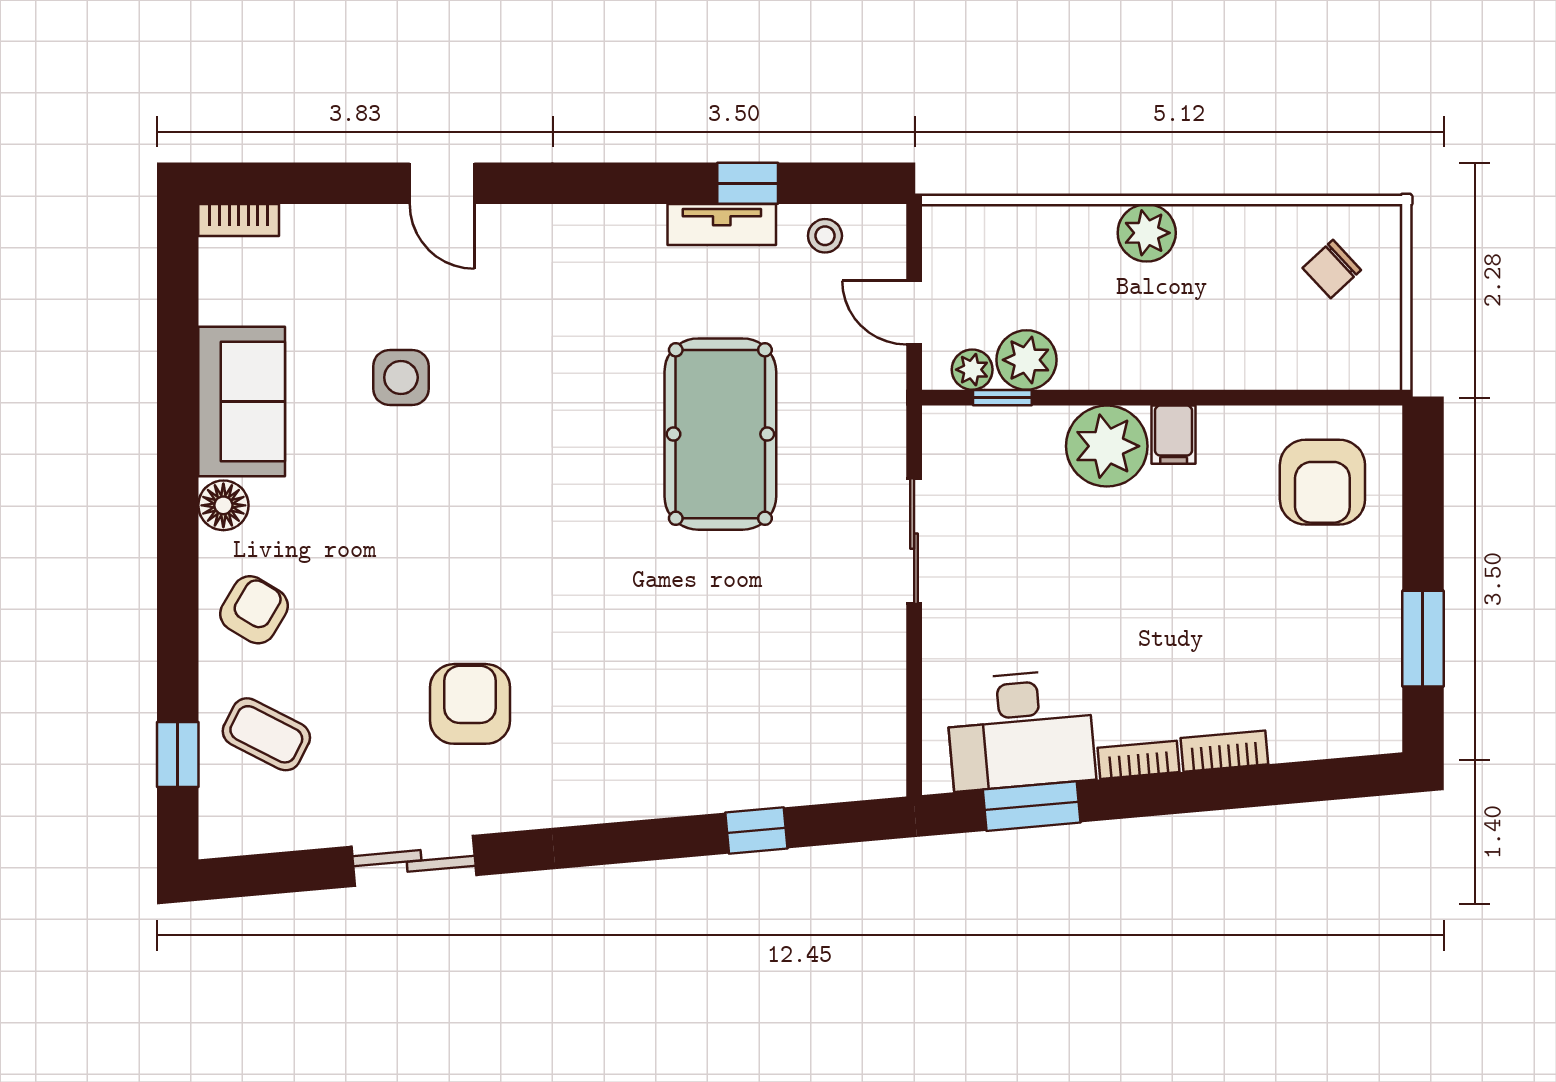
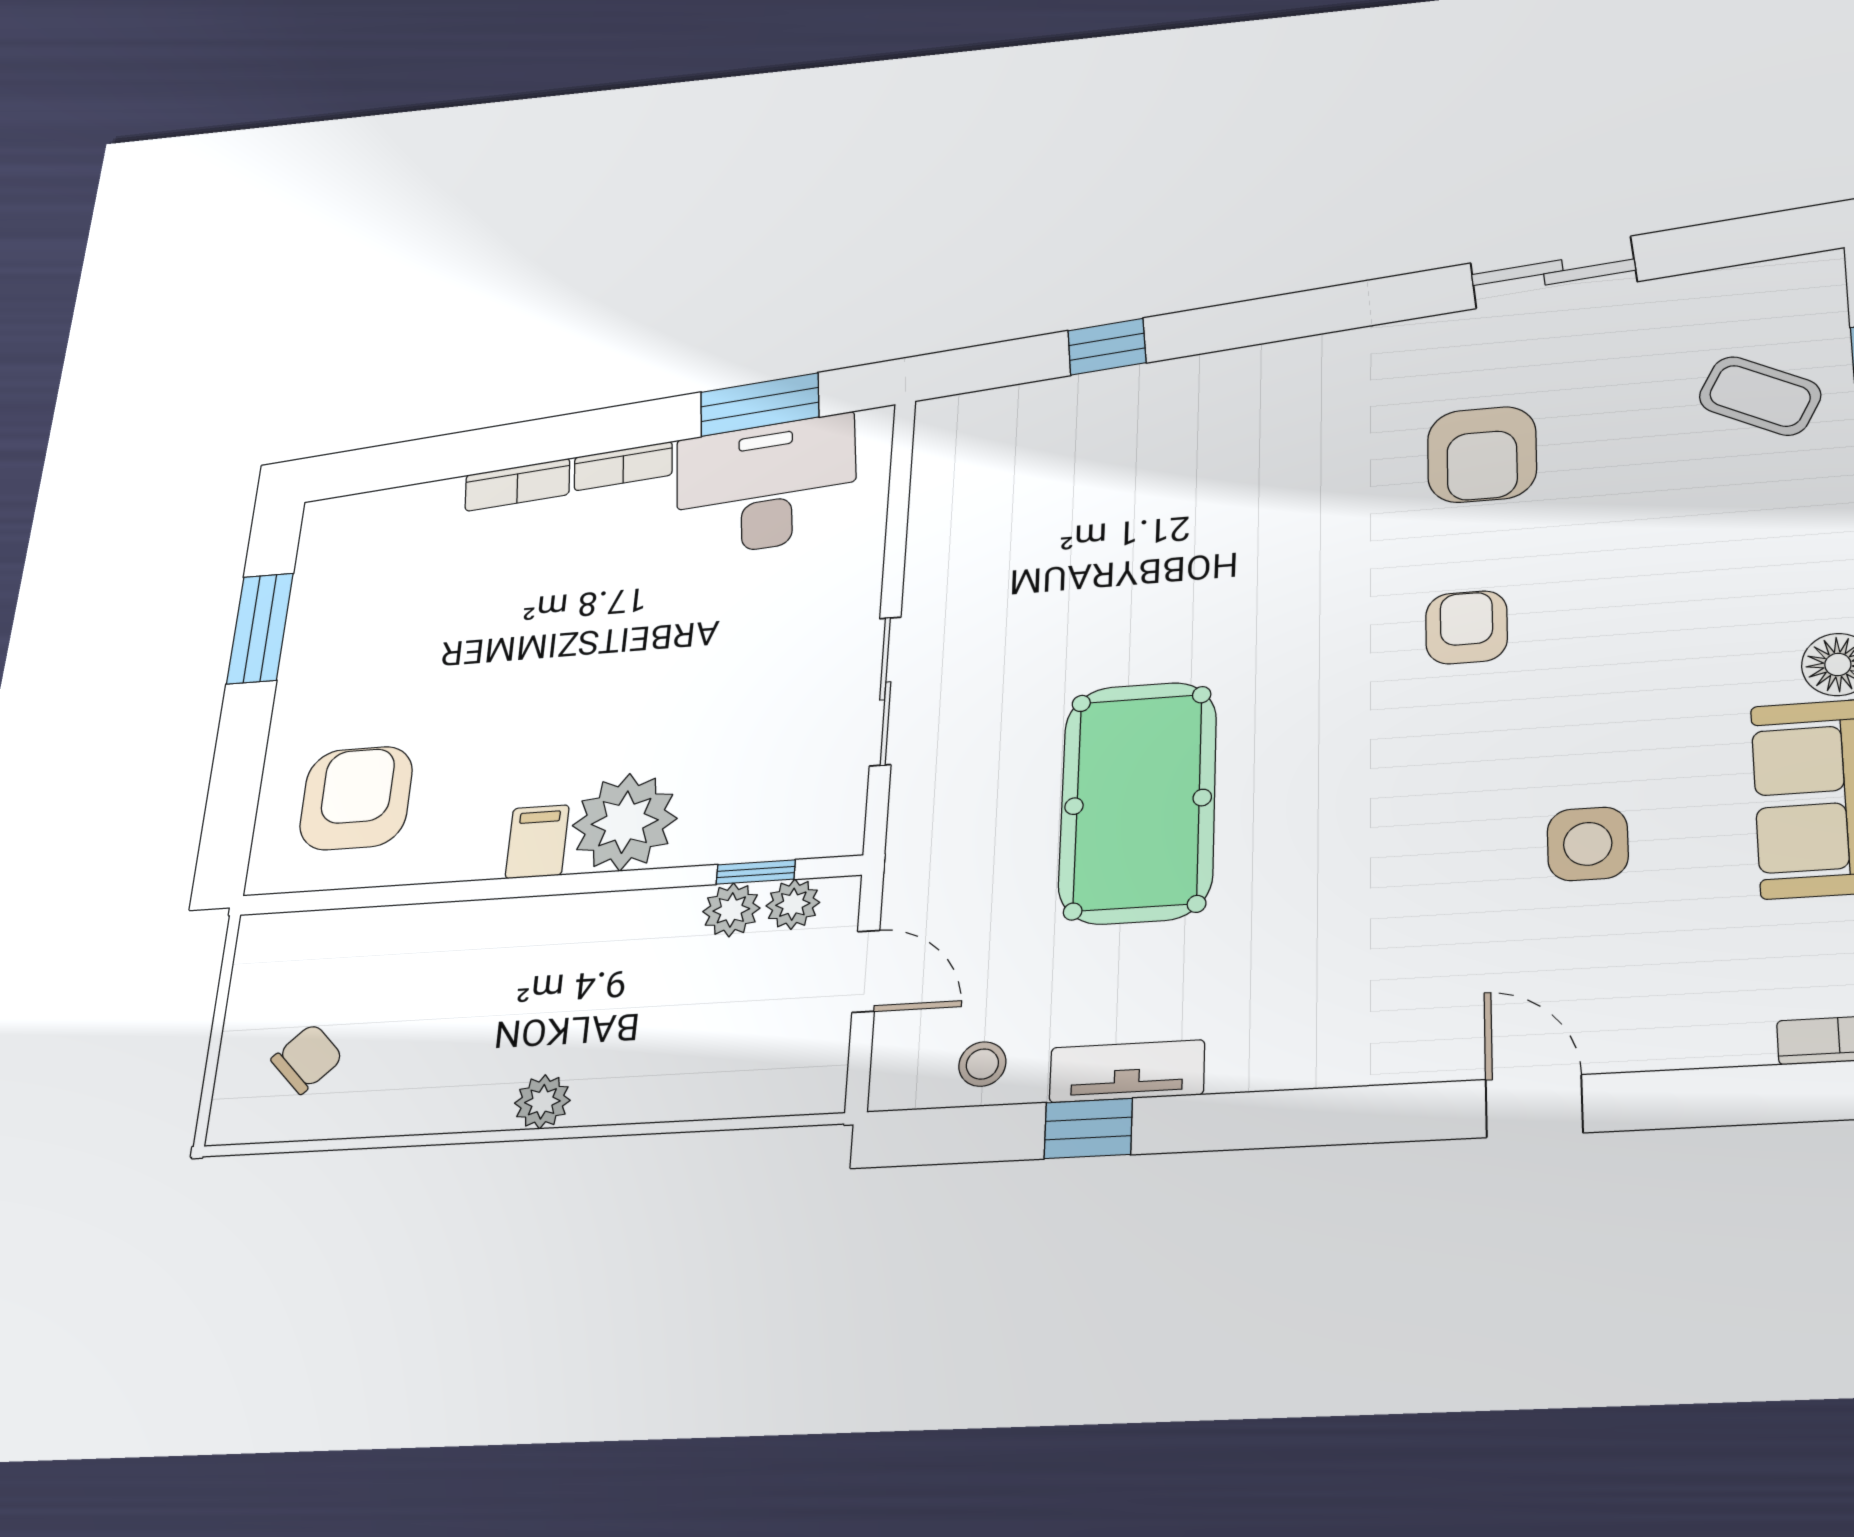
plant: (1147, 233) -> (542, 1102), width x0.73, depth x0.73
plant: (1026, 360) -> (731, 910), width x0.73, depth x0.73
armchair: (254, 610) -> (1466, 627), moved, turned 149

